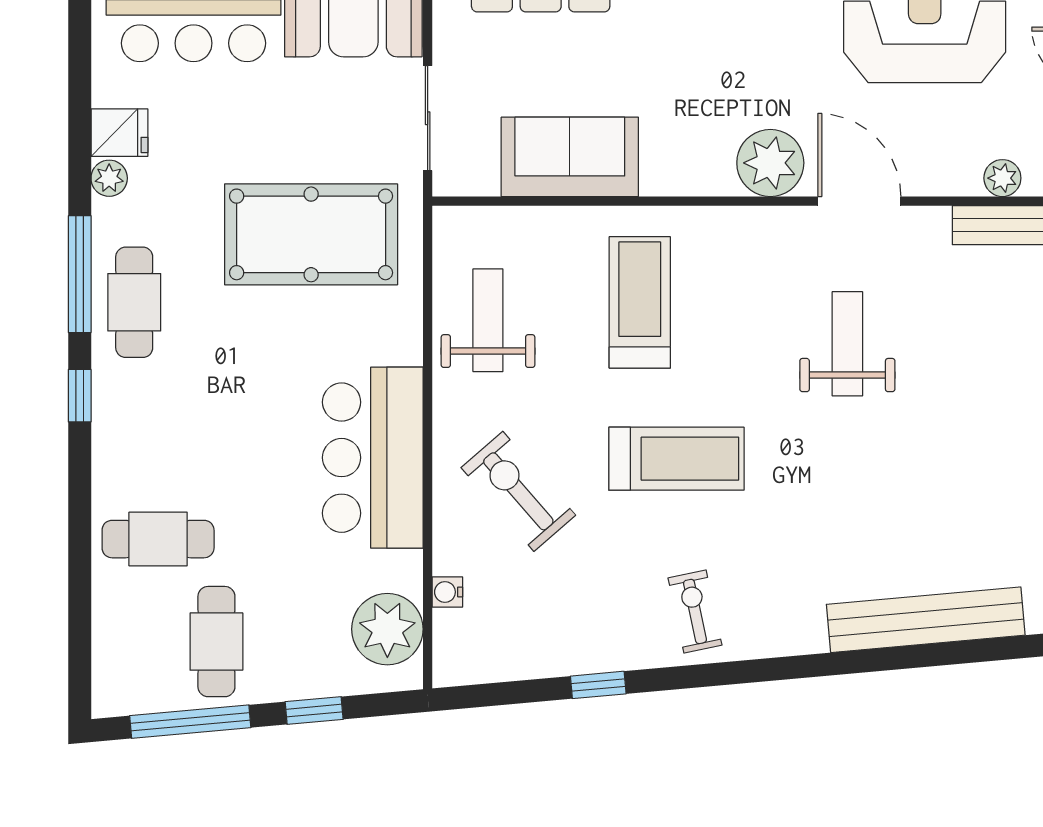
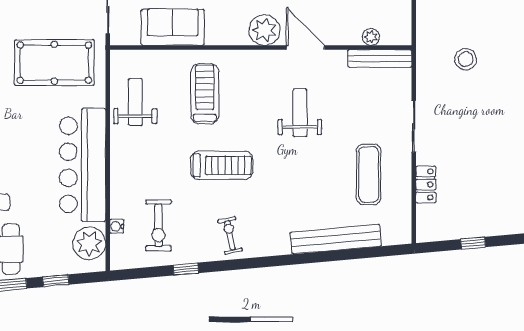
bar counter: (373, 458) -> (83, 165), width x1.36
exercise mat: (998, 478) -> (369, 174), added
exercise bike: (518, 491) -> (158, 225), moved, turned -139

